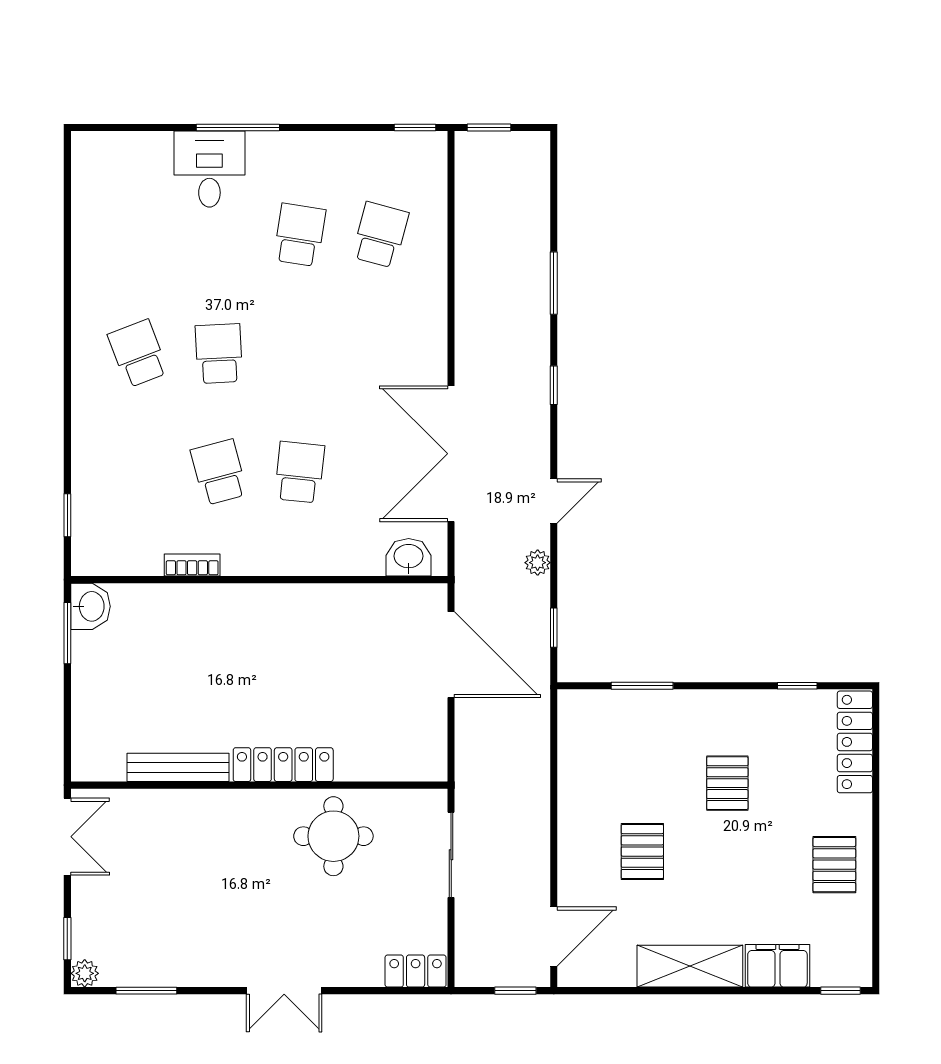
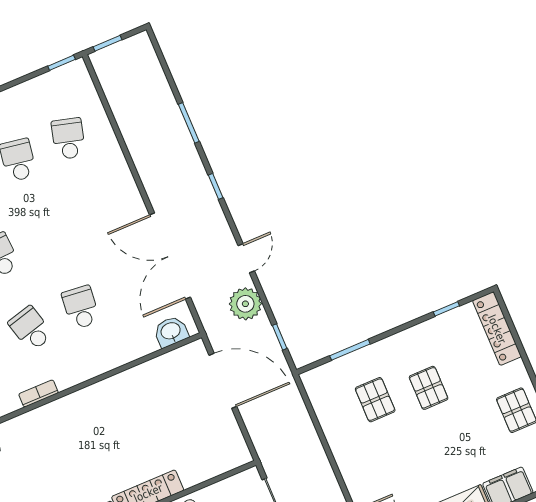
plant: (538, 563) -> (245, 304), width x1.88, depth x1.88
pallet: (642, 852) -> (375, 400), moved

